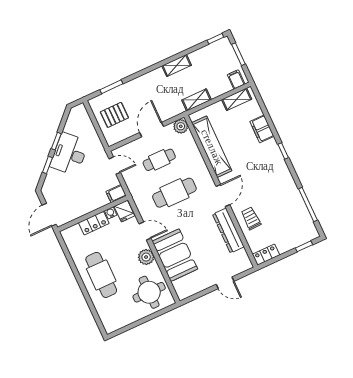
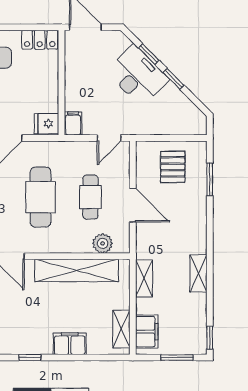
filing cabinet: (236, 79) -> (147, 332), width x2.00
plant: (181, 126) -> (103, 243), moved
desk: (69, 154) -> (137, 76), moved
water cooler: (111, 213) -> (52, 105), removed
locker: (94, 223) -> (40, 40), moved, turned -90

